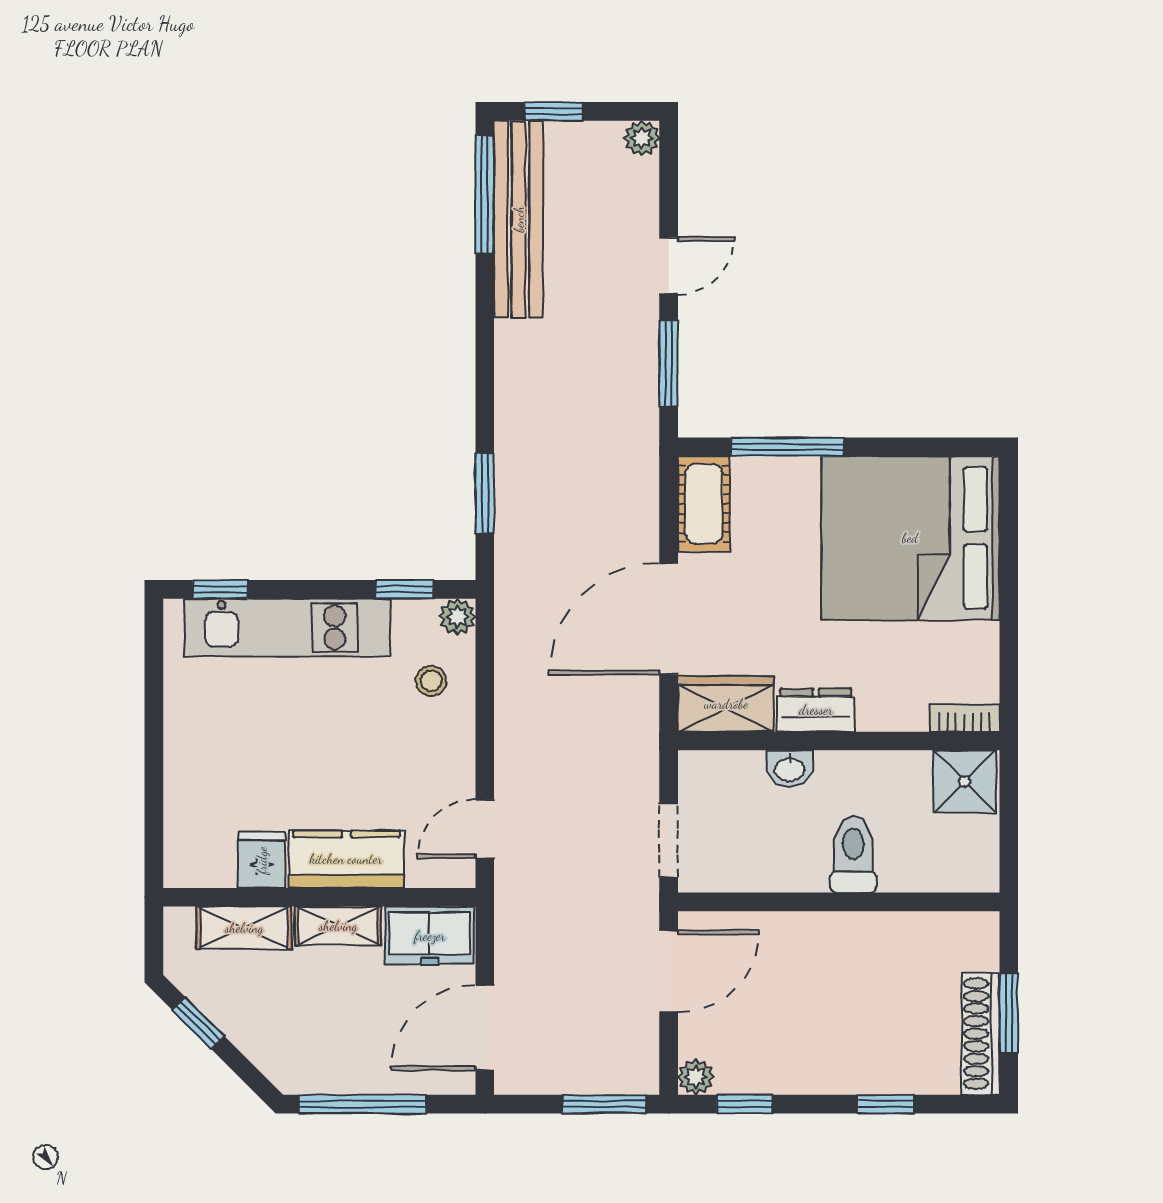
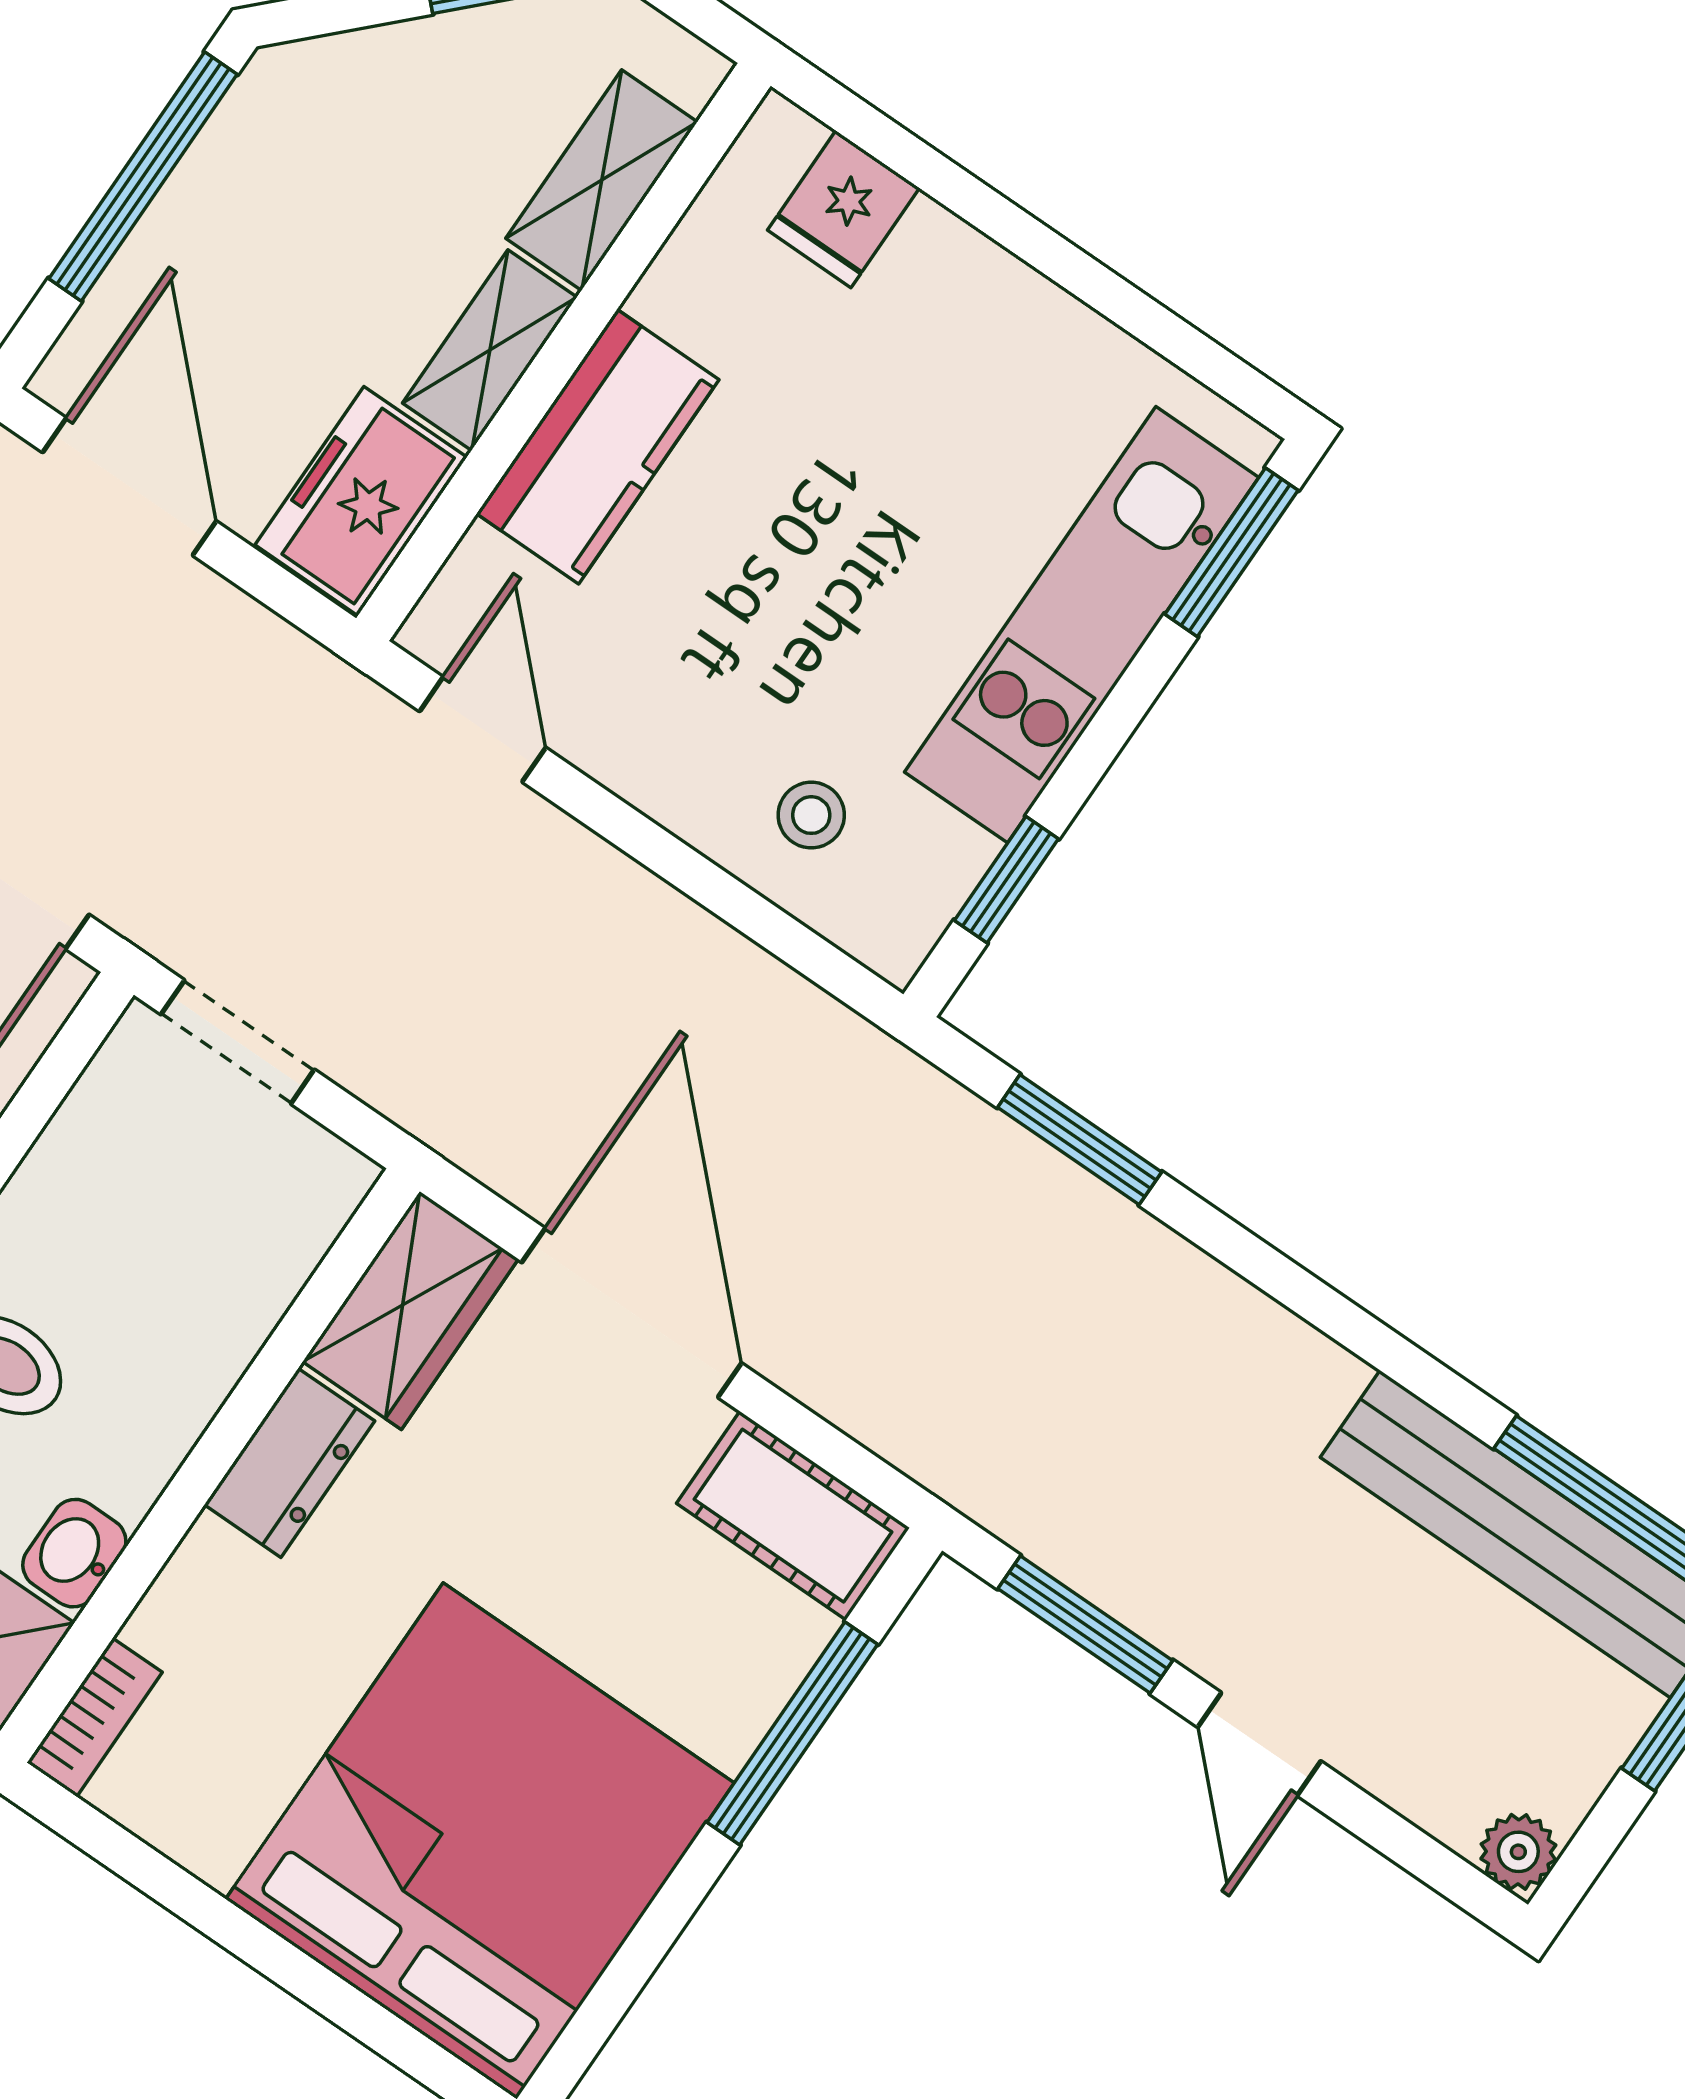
window: (220, 589) -> (1231, 552), width x1.50
plant: (457, 617) -> (893, 940), removed
washbasin: (789, 769) -> (74, 1553), moved
fridge: (262, 860) -> (843, 209), moved, turned 90

